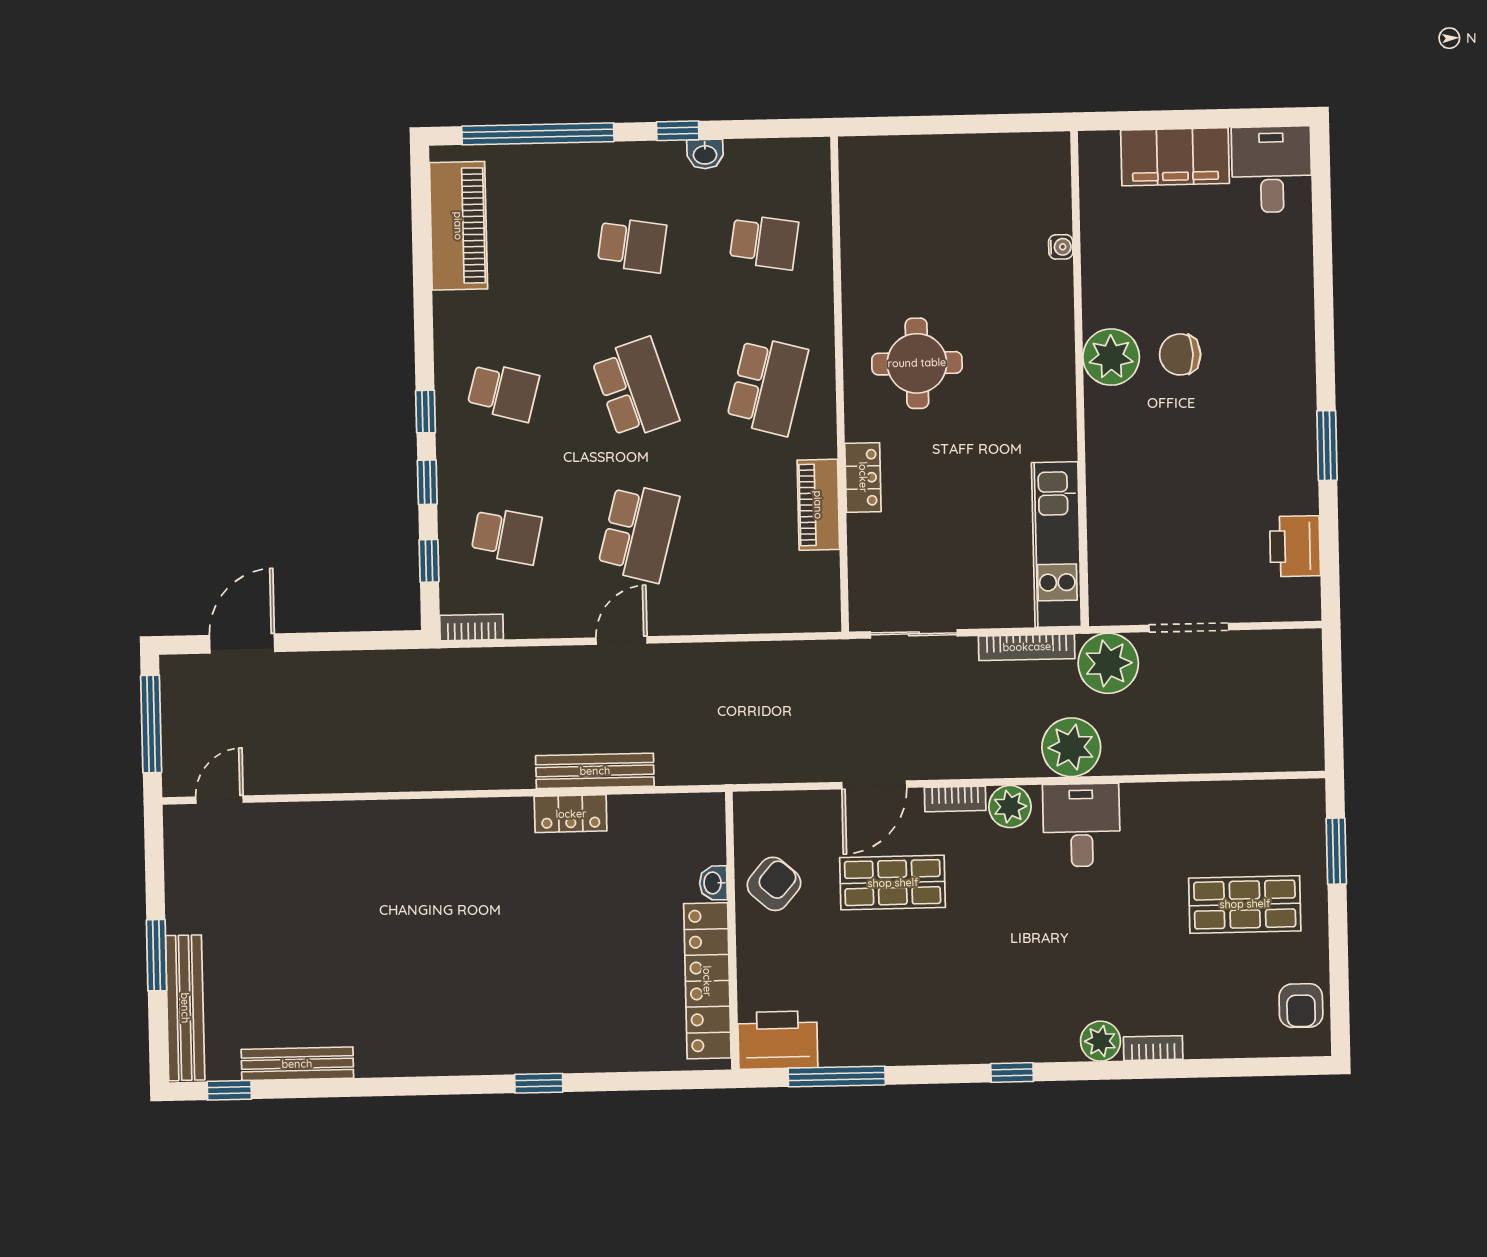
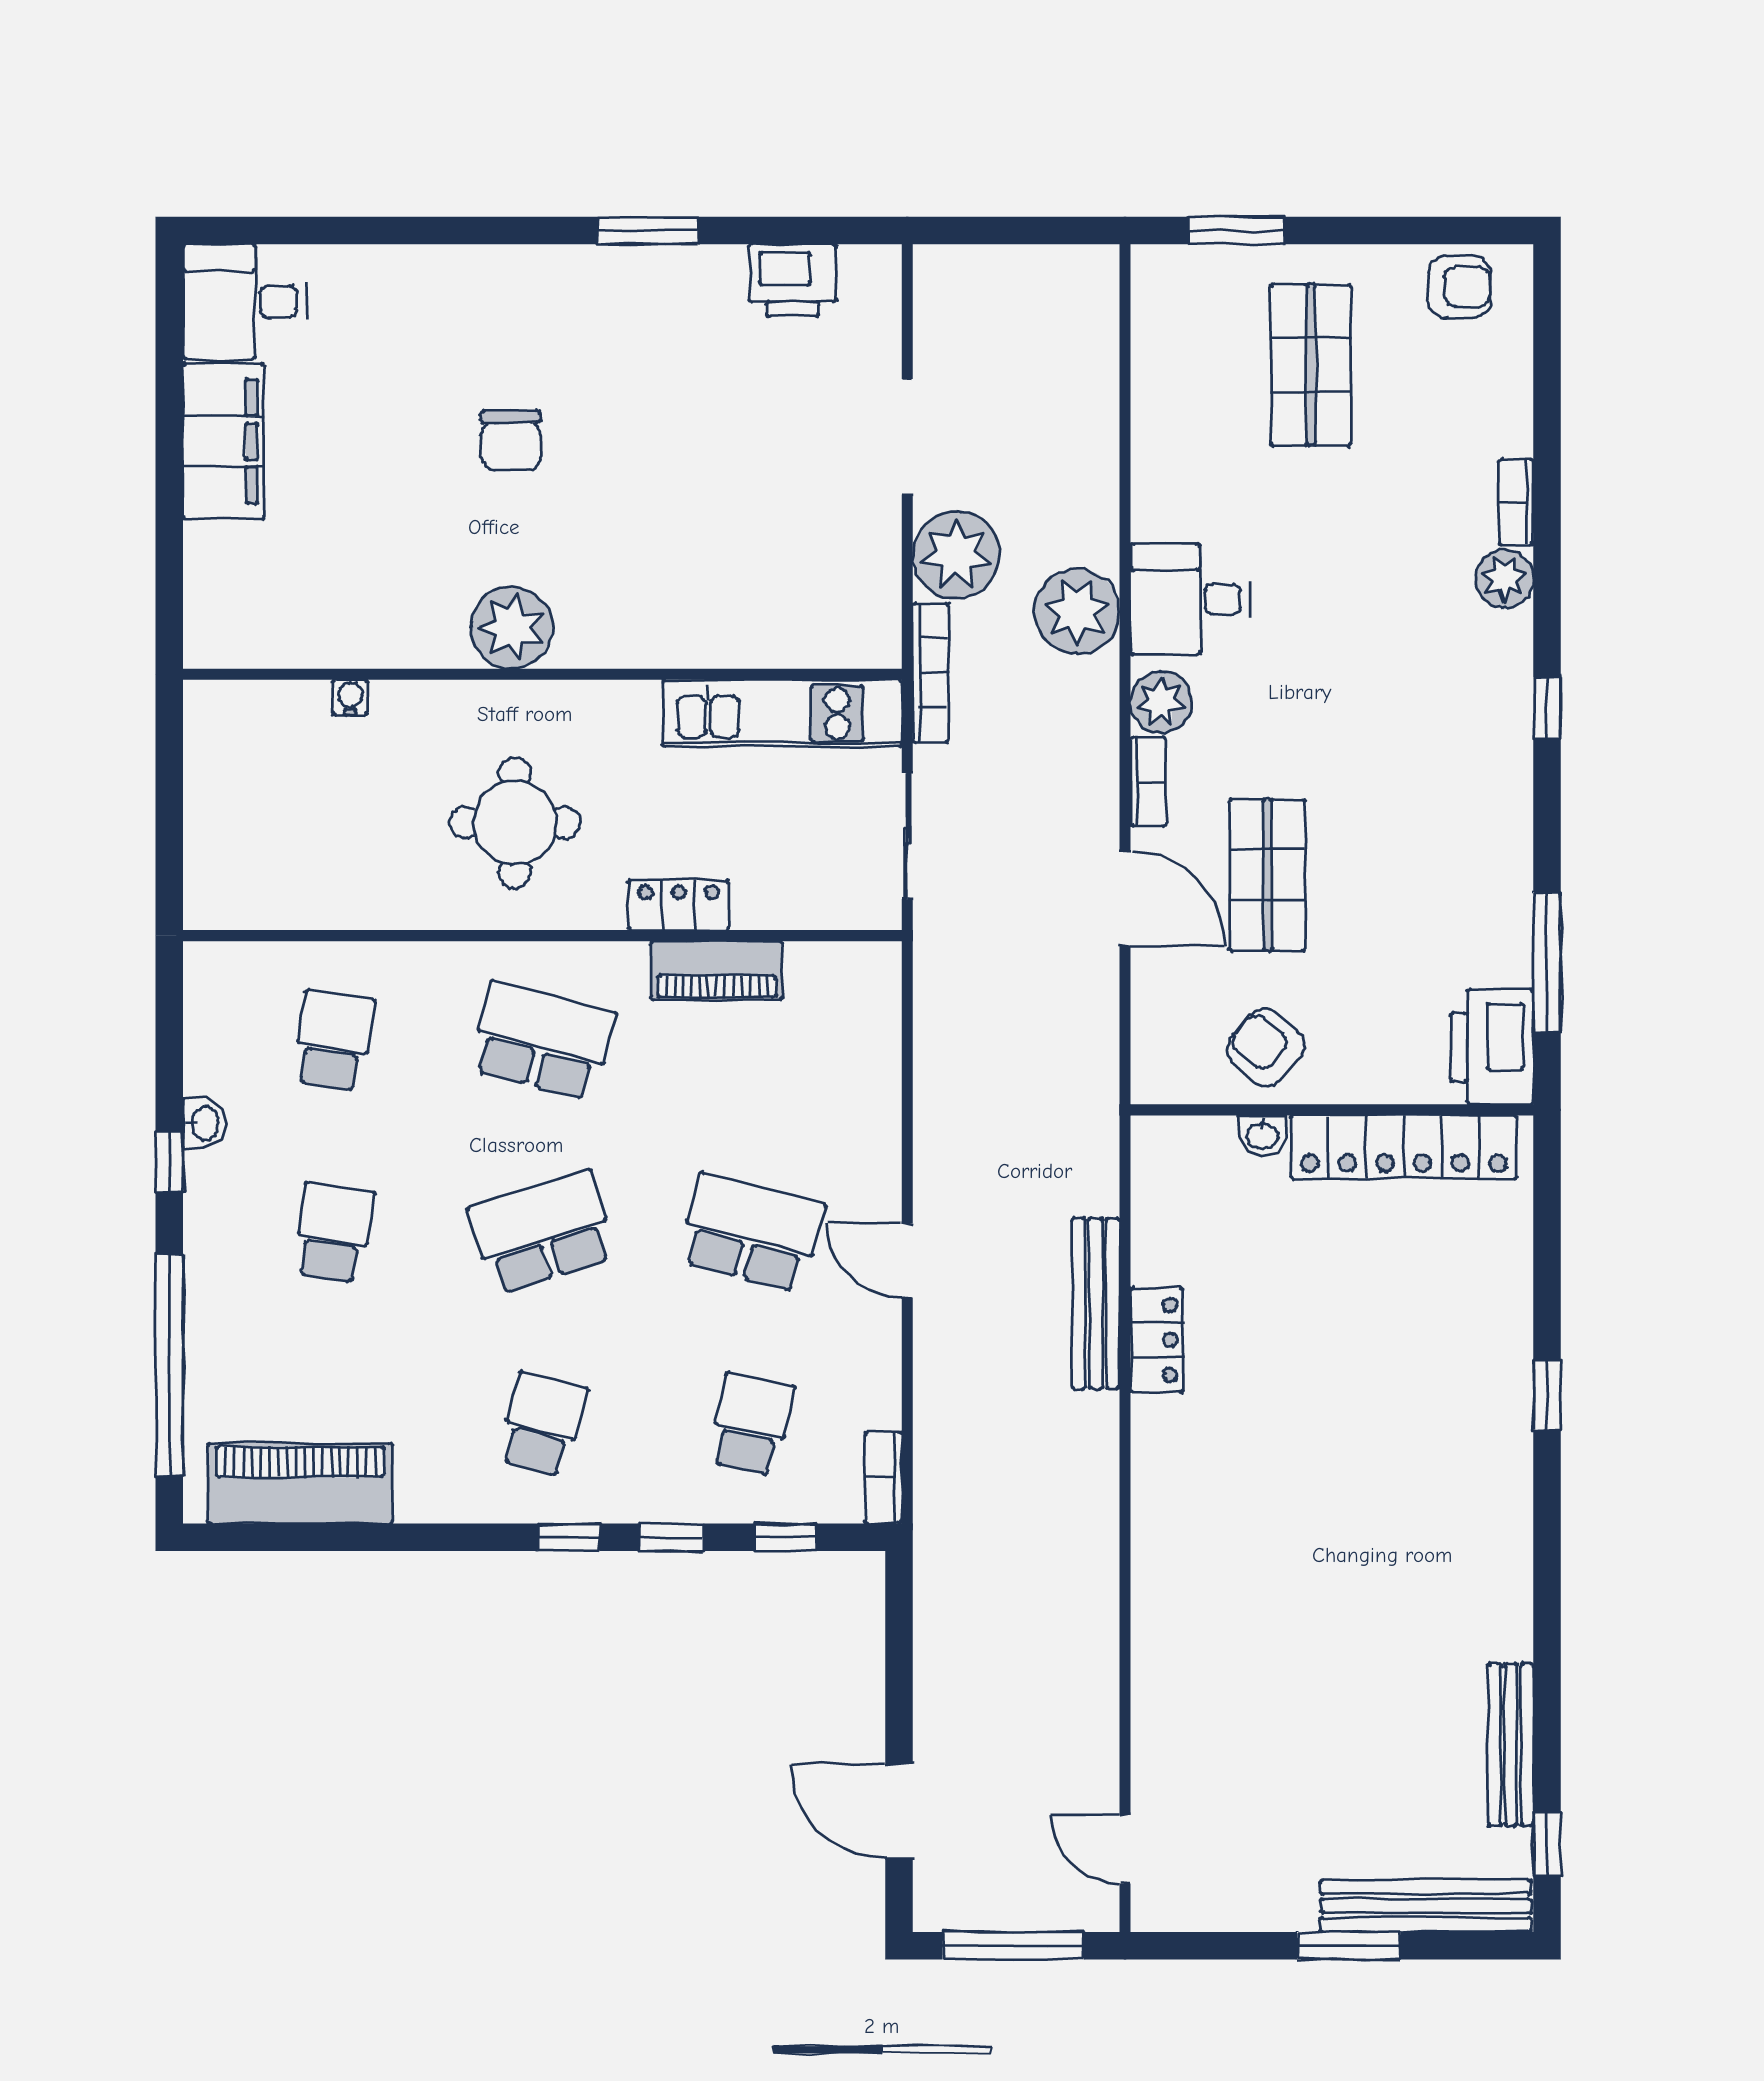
water cooler: (1061, 247) -> (351, 697), moved
plant: (1111, 357) -> (512, 628), moved
wall: (1080, 379) -> (542, 674), moved
kitchen unit: (1056, 544) -> (782, 713), moved

